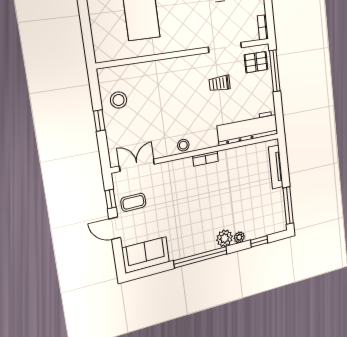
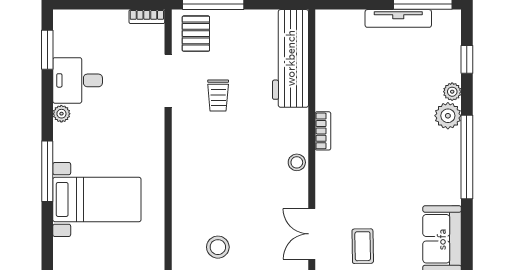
tv unit: (276, 167) -> (398, 18), moved

